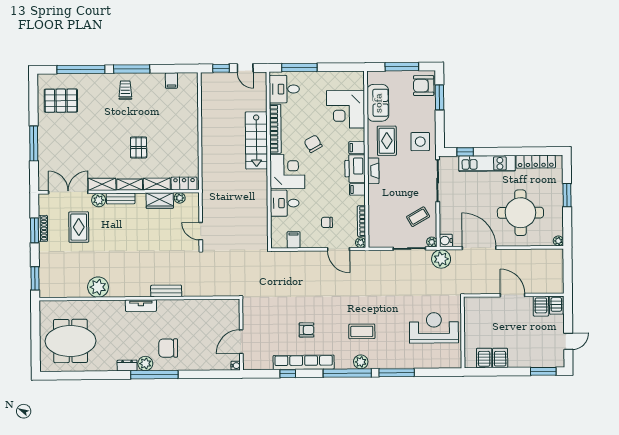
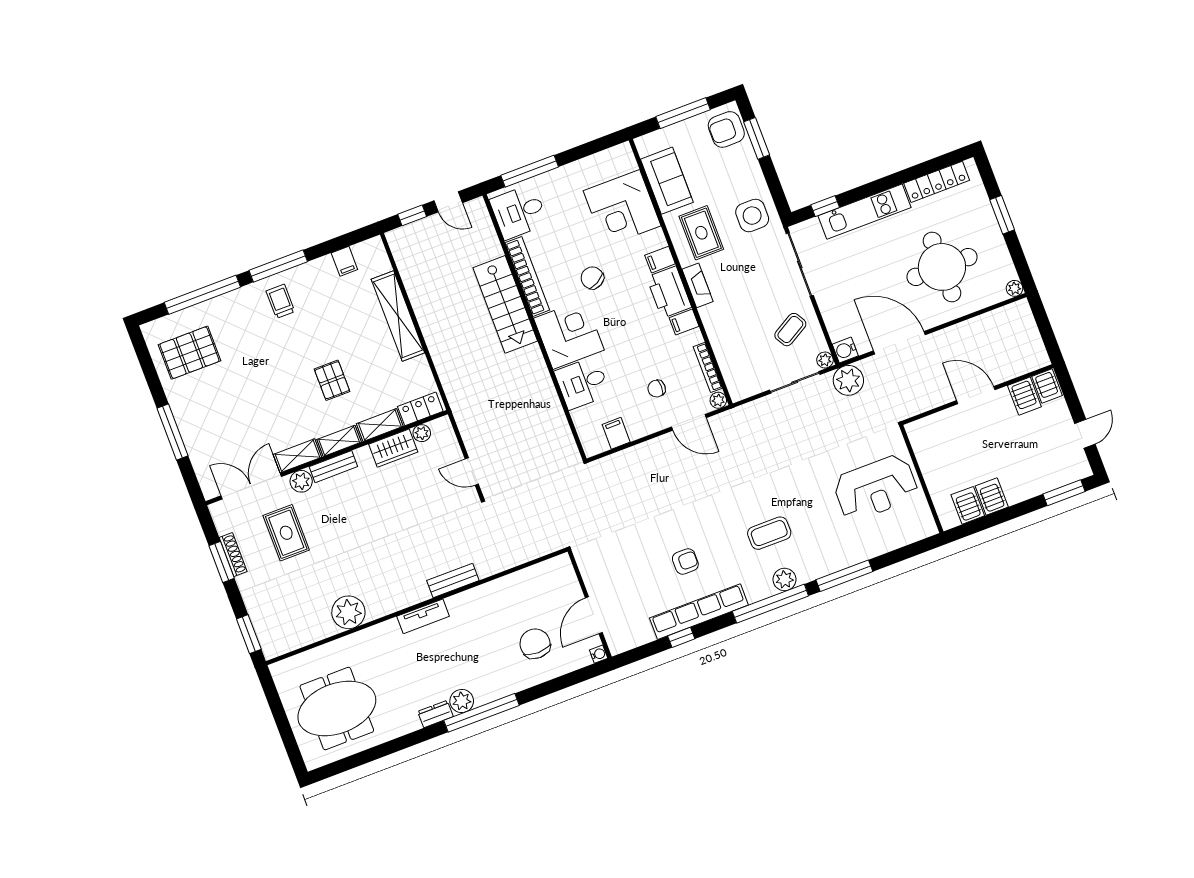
shelving: (191, 124) -> (398, 316), added
reception desk: (434, 328) -> (876, 488), turned 180
chair: (168, 348) -> (535, 644), moved, turned 90

